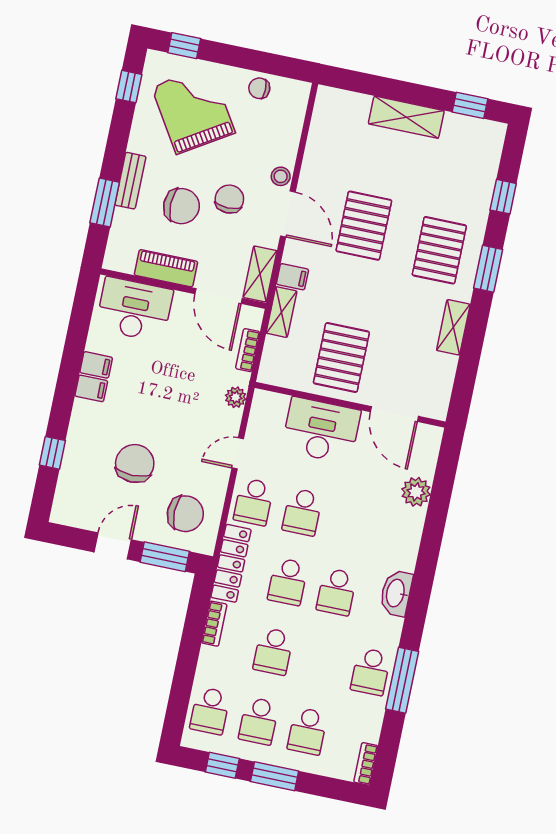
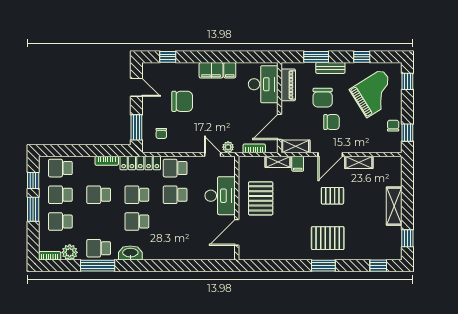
window: (278, 65) -> (407, 133), added
window: (129, 87) -> (362, 57), moved
stool: (281, 176) -> (349, 147), removed
window: (503, 197) -> (378, 266), moved
pallet: (364, 226) -> (332, 196), width x0.67, depth x0.71
piano: (166, 268) -> (288, 85), moved
shelving: (453, 327) -> (359, 162), moved
pallet: (341, 357) -> (261, 198), turned 90
filing cabinet: (91, 388) -> (211, 70), width x2.00
window: (52, 453) -> (168, 57), moved
door: (238, 453) -> (213, 154), moved
plant: (416, 492) -> (70, 252), moved
chair: (185, 514) -> (161, 133), width x0.54, depth x0.54
door: (113, 546) -> (136, 87), moved
washbasin: (396, 593) -> (130, 253), moved

